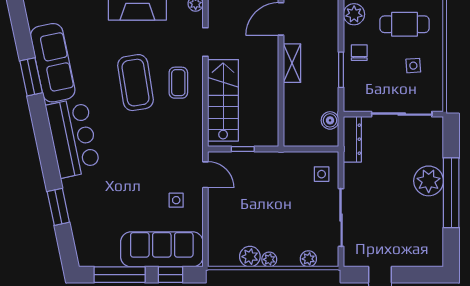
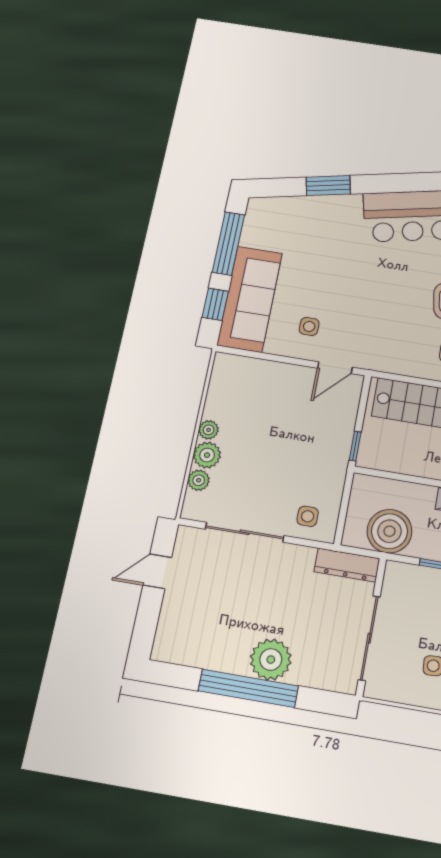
boiler: (330, 120) -> (389, 531), width x1.86, depth x1.86
window: (243, 149) -> (355, 446), moved
plant: (250, 257) -> (207, 455), moved

